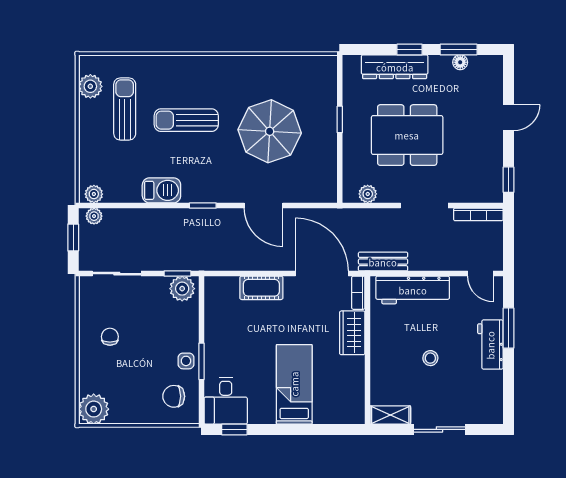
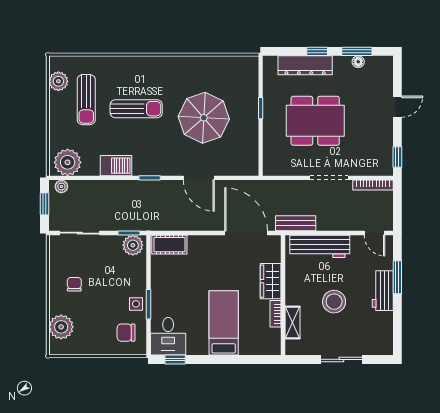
sun lounger: (125, 109) -> (86, 100), turned 180
sun lounger: (186, 120) -> (136, 109), turned 180
plant: (94, 194) -> (68, 162), width x1.88, depth x1.88
plant: (368, 194) -> (283, 169), removed
cot: (261, 288) -> (169, 245), moved
bookcase: (358, 293) -> (276, 314), moved
stool: (430, 358) -> (334, 302), width x1.89, depth x1.89
plant: (94, 409) -> (61, 327), moved
shelving: (390, 415) -> (293, 322), moved, turned 90

